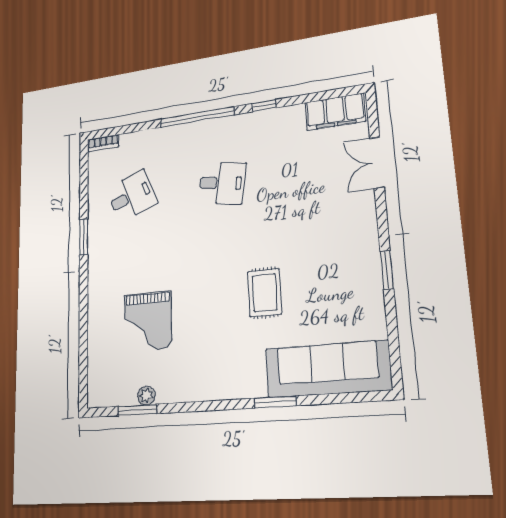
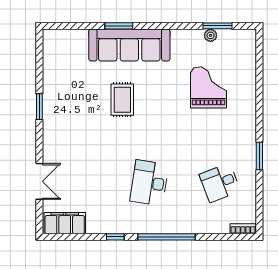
desk: (222, 183) -> (149, 183), width x1.37
sofa: (328, 369) -> (129, 45), moved

